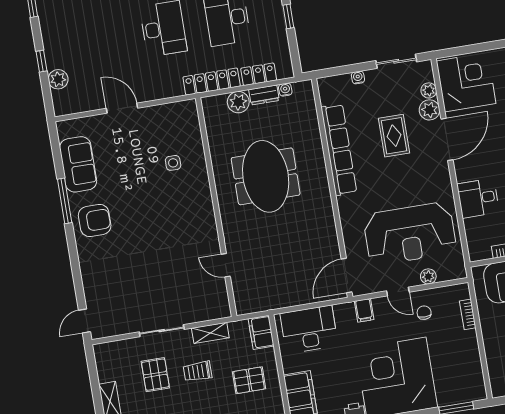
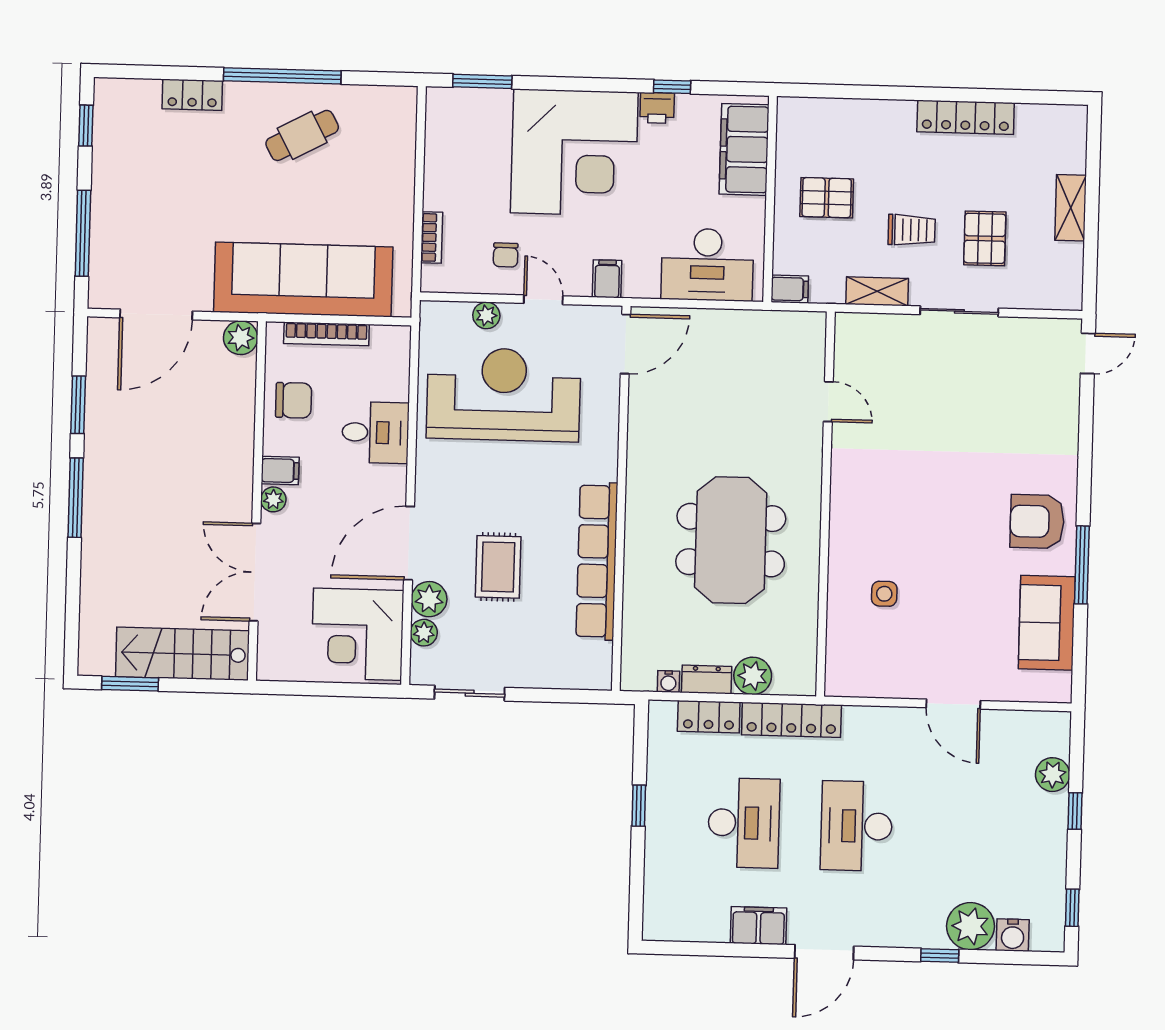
water cooler: (358, 77) -> (540, 678), removed
filing cabinet: (261, 332) -> (790, 289), width x0.50

